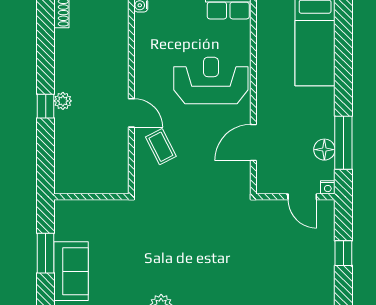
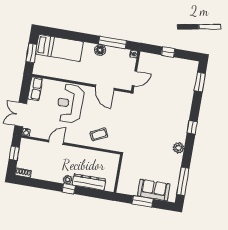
door: (131, 113) -> (56, 142), moved
dresser: (65, 143) -> (89, 182), added
floor lamp: (324, 150) -> (100, 50), moved
door: (302, 197) -> (134, 78), moved

